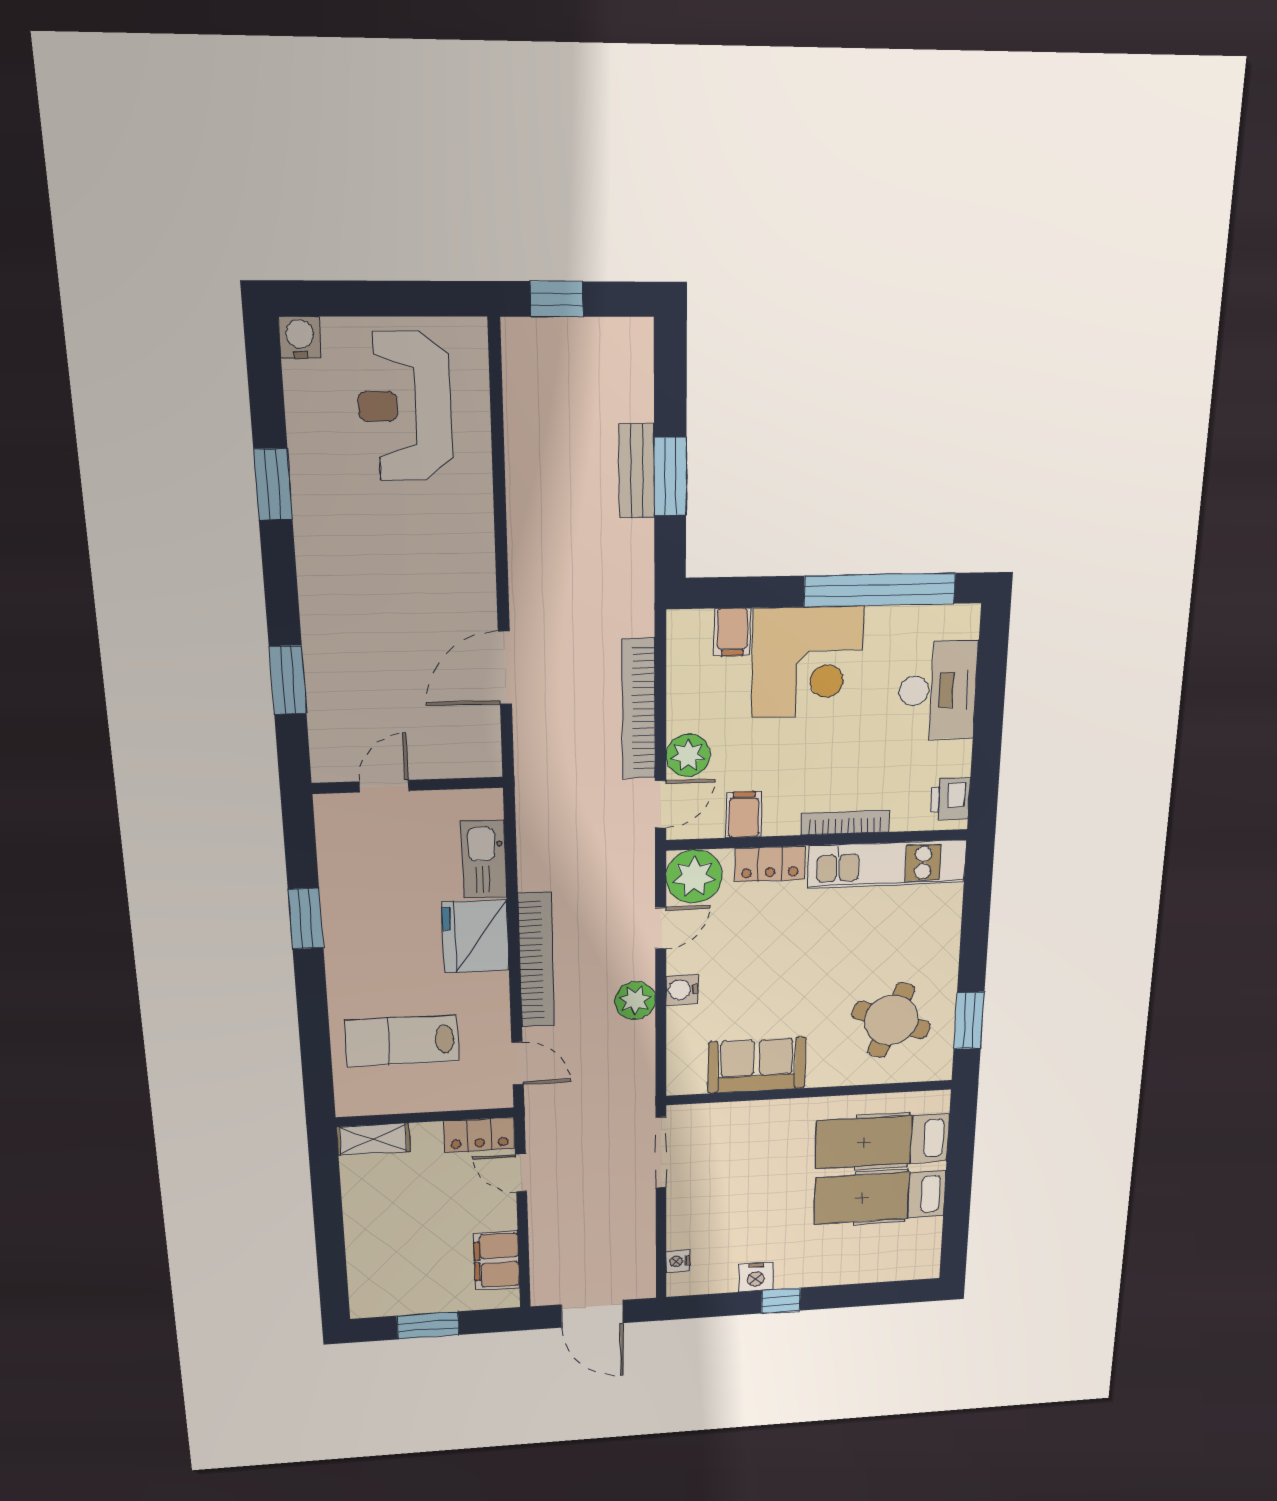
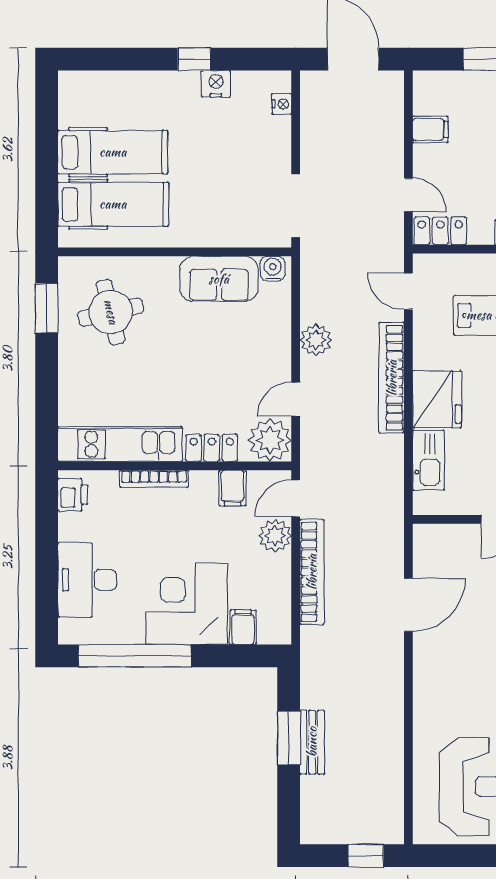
water cooler: (682, 990) -> (273, 269), moved, turned -90
round table: (891, 1020) -> (111, 312), turned -34
filing cabinet: (497, 1260) -> (430, 129), width x0.50

